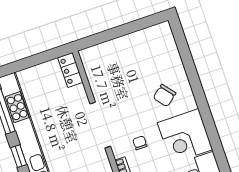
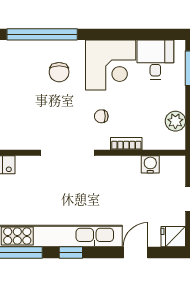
window: (191, 71) -> (42, 34), added
chair: (164, 96) -> (59, 72), turned 39

